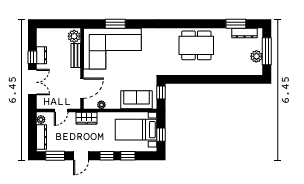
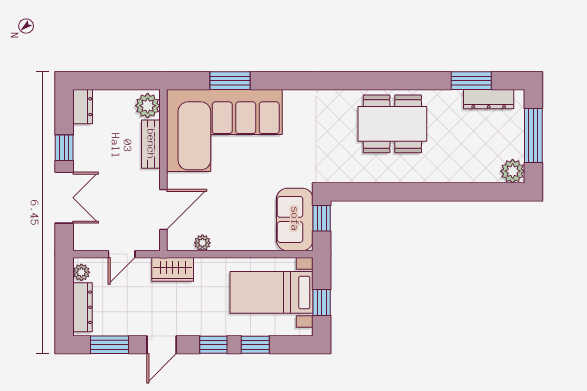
dresser: (42, 55) -> (83, 107), moved
plant: (256, 56) -> (513, 171), moved
sofa: (136, 100) -> (295, 219), moved, turned -90

